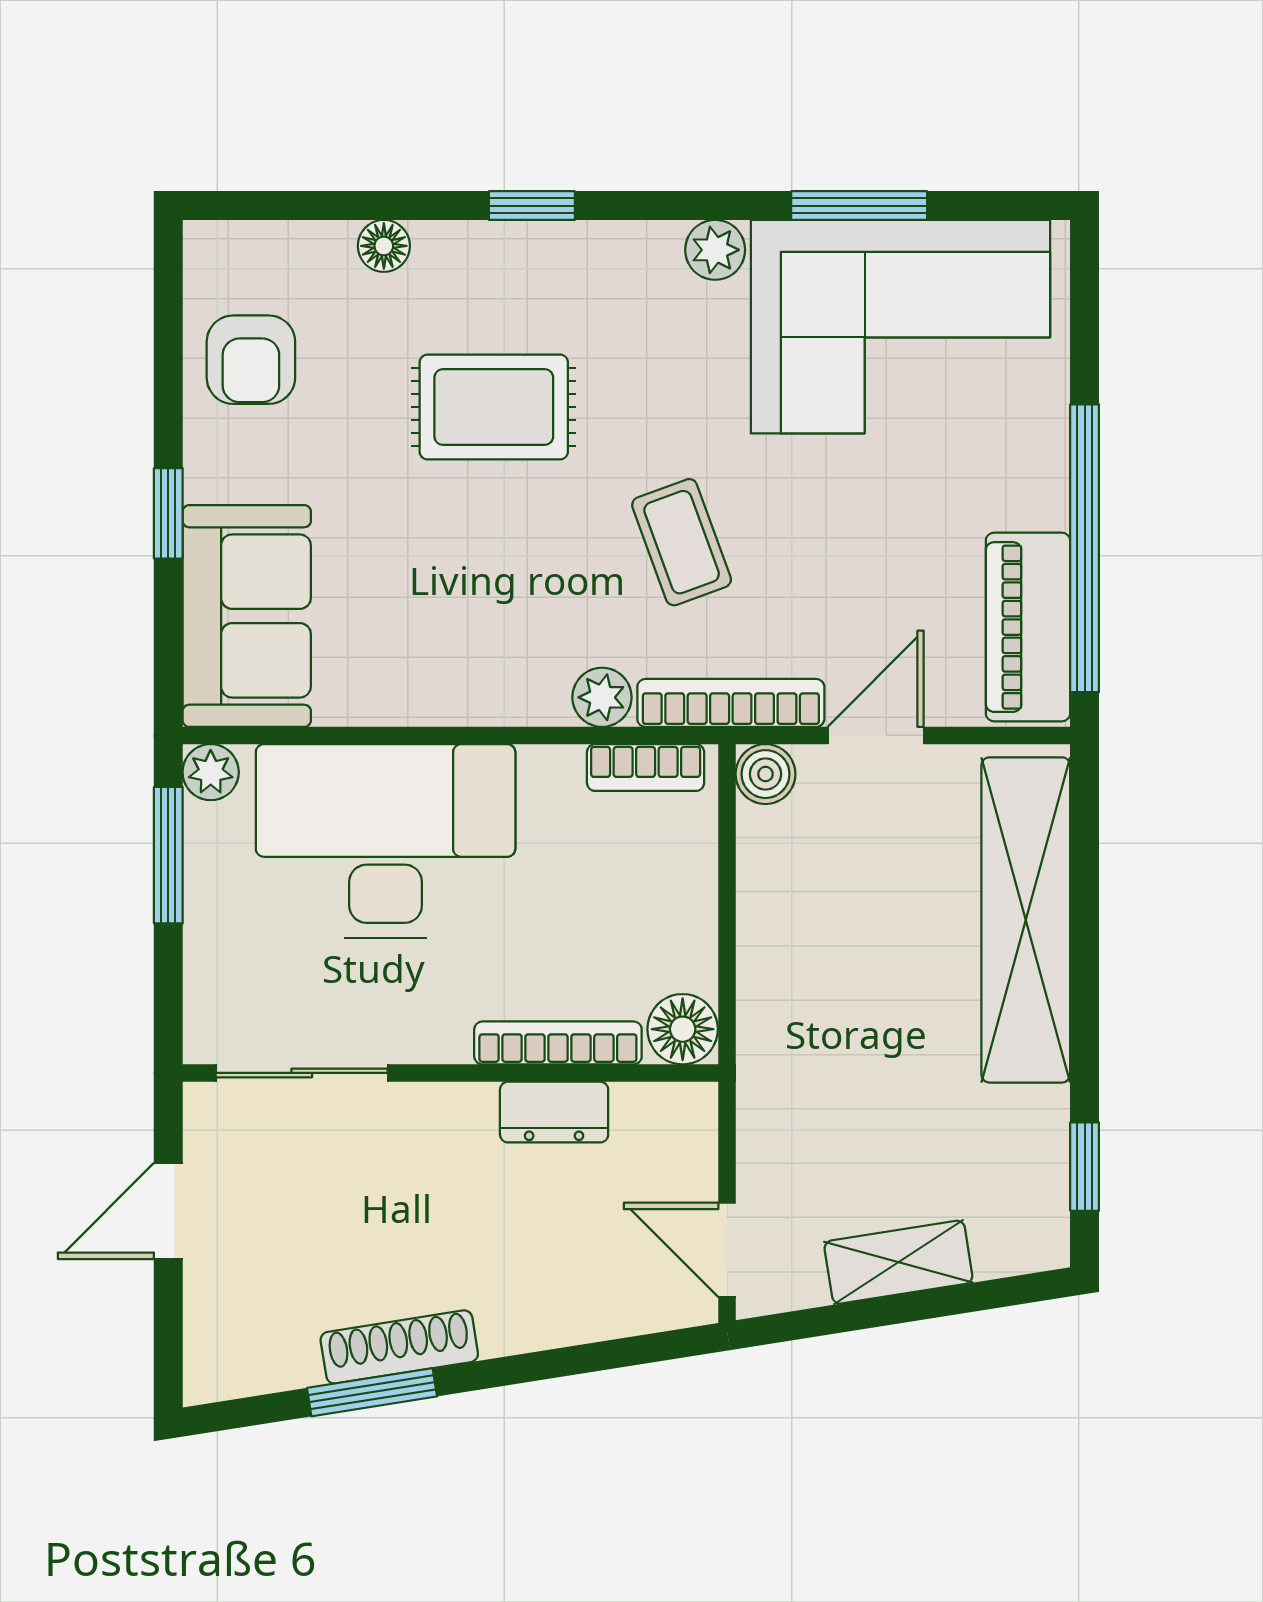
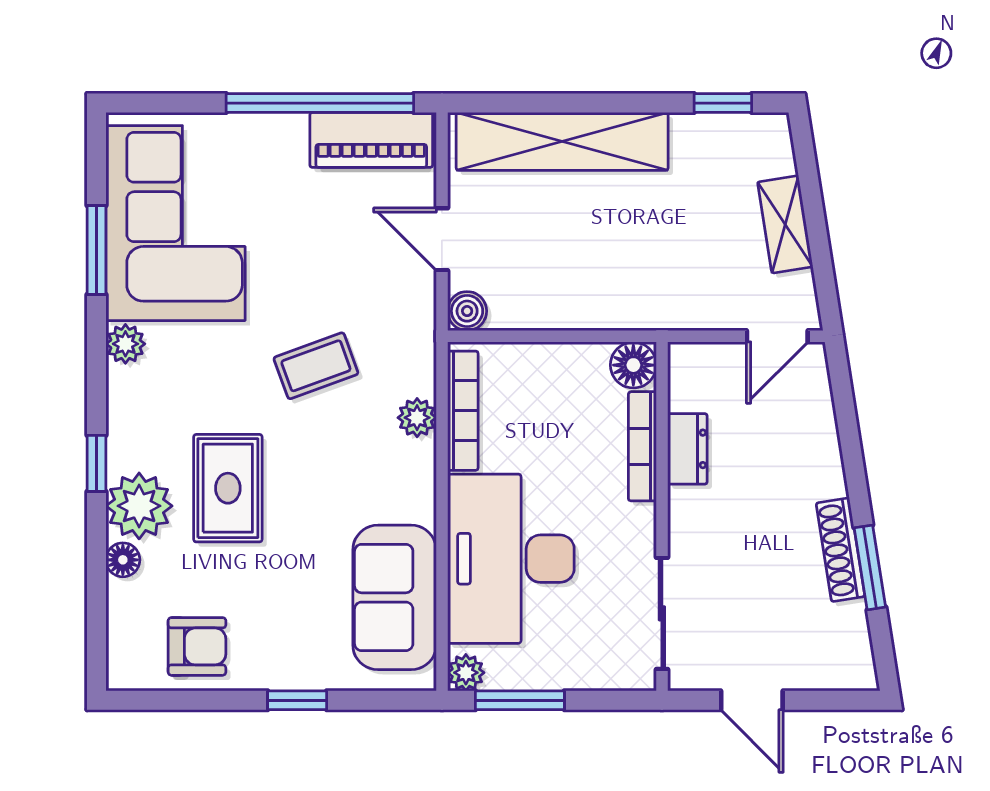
plant: (466, 271) -> (139, 506), added
sofa: (247, 616) -> (395, 597), moved, turned -90
bookcase: (731, 703) -> (421, 334), removed
bookcase: (646, 768) -> (463, 411), width x1.56

